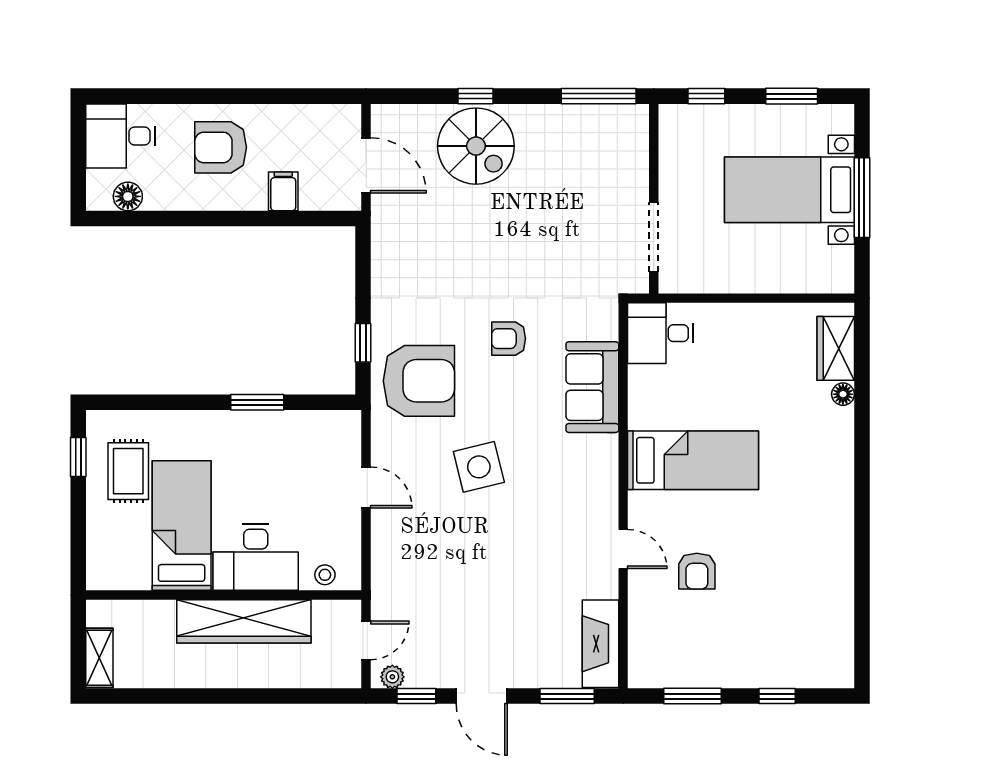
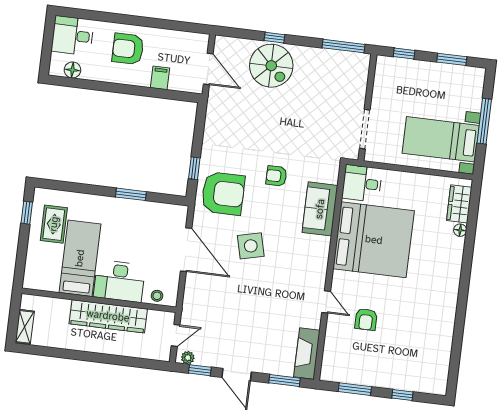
bed with nightstands: (789, 190) -> (441, 139), moved
bed: (693, 460) -> (374, 240), width x2.04
door: (366, 488) -> (186, 250), width x1.88

